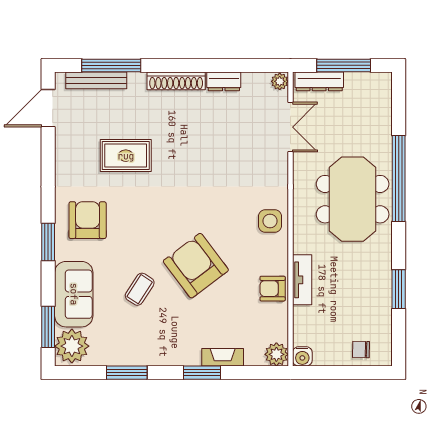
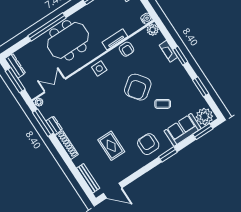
window: (111, 65) -> (43, 123), moved
dresser: (319, 81) -> (15, 66), moved
armchair: (88, 220) -> (148, 144), turned 90

